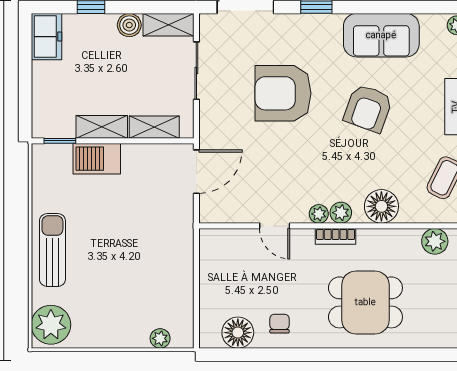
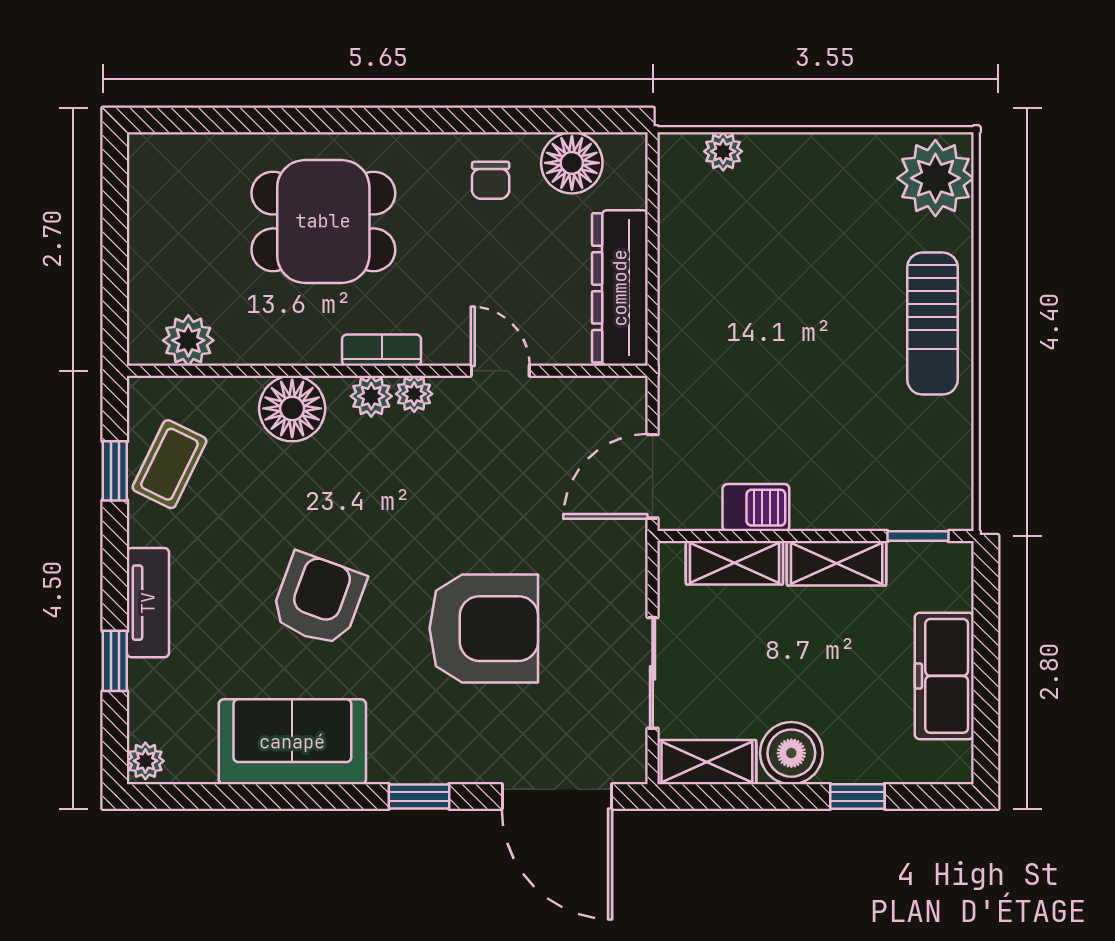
boiler: (129, 25) -> (791, 753), width x1.36, depth x1.36
freezer: (46, 37) -> (944, 676), moved, width x1.40
barbecue: (97, 159) -> (756, 508), moved, width x0.73, depth x0.79
dresser: (213, 268) -> (620, 288), added

